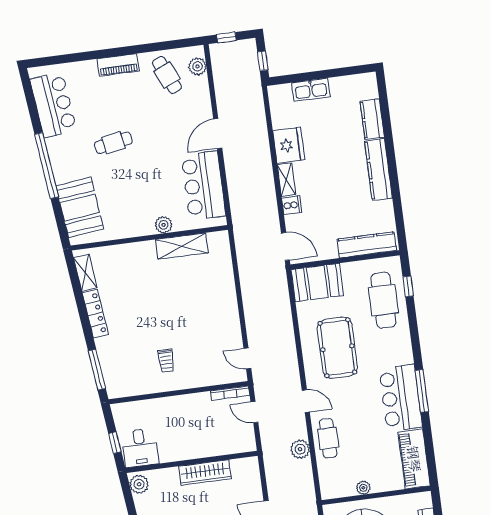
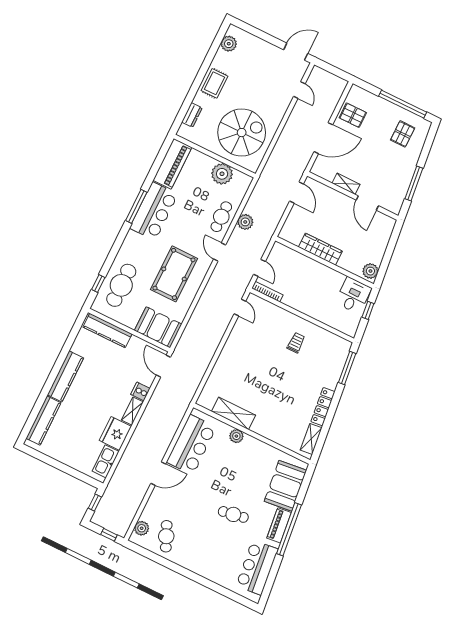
piano: (118, 65) -> (279, 525), moved, turned -96
kitchen sink: (311, 90) -> (106, 461), moved, turned -90
kitchen counter: (372, 119) -> (43, 421), width x1.50
plant: (363, 488) -> (222, 174), width x1.88, depth x1.88

